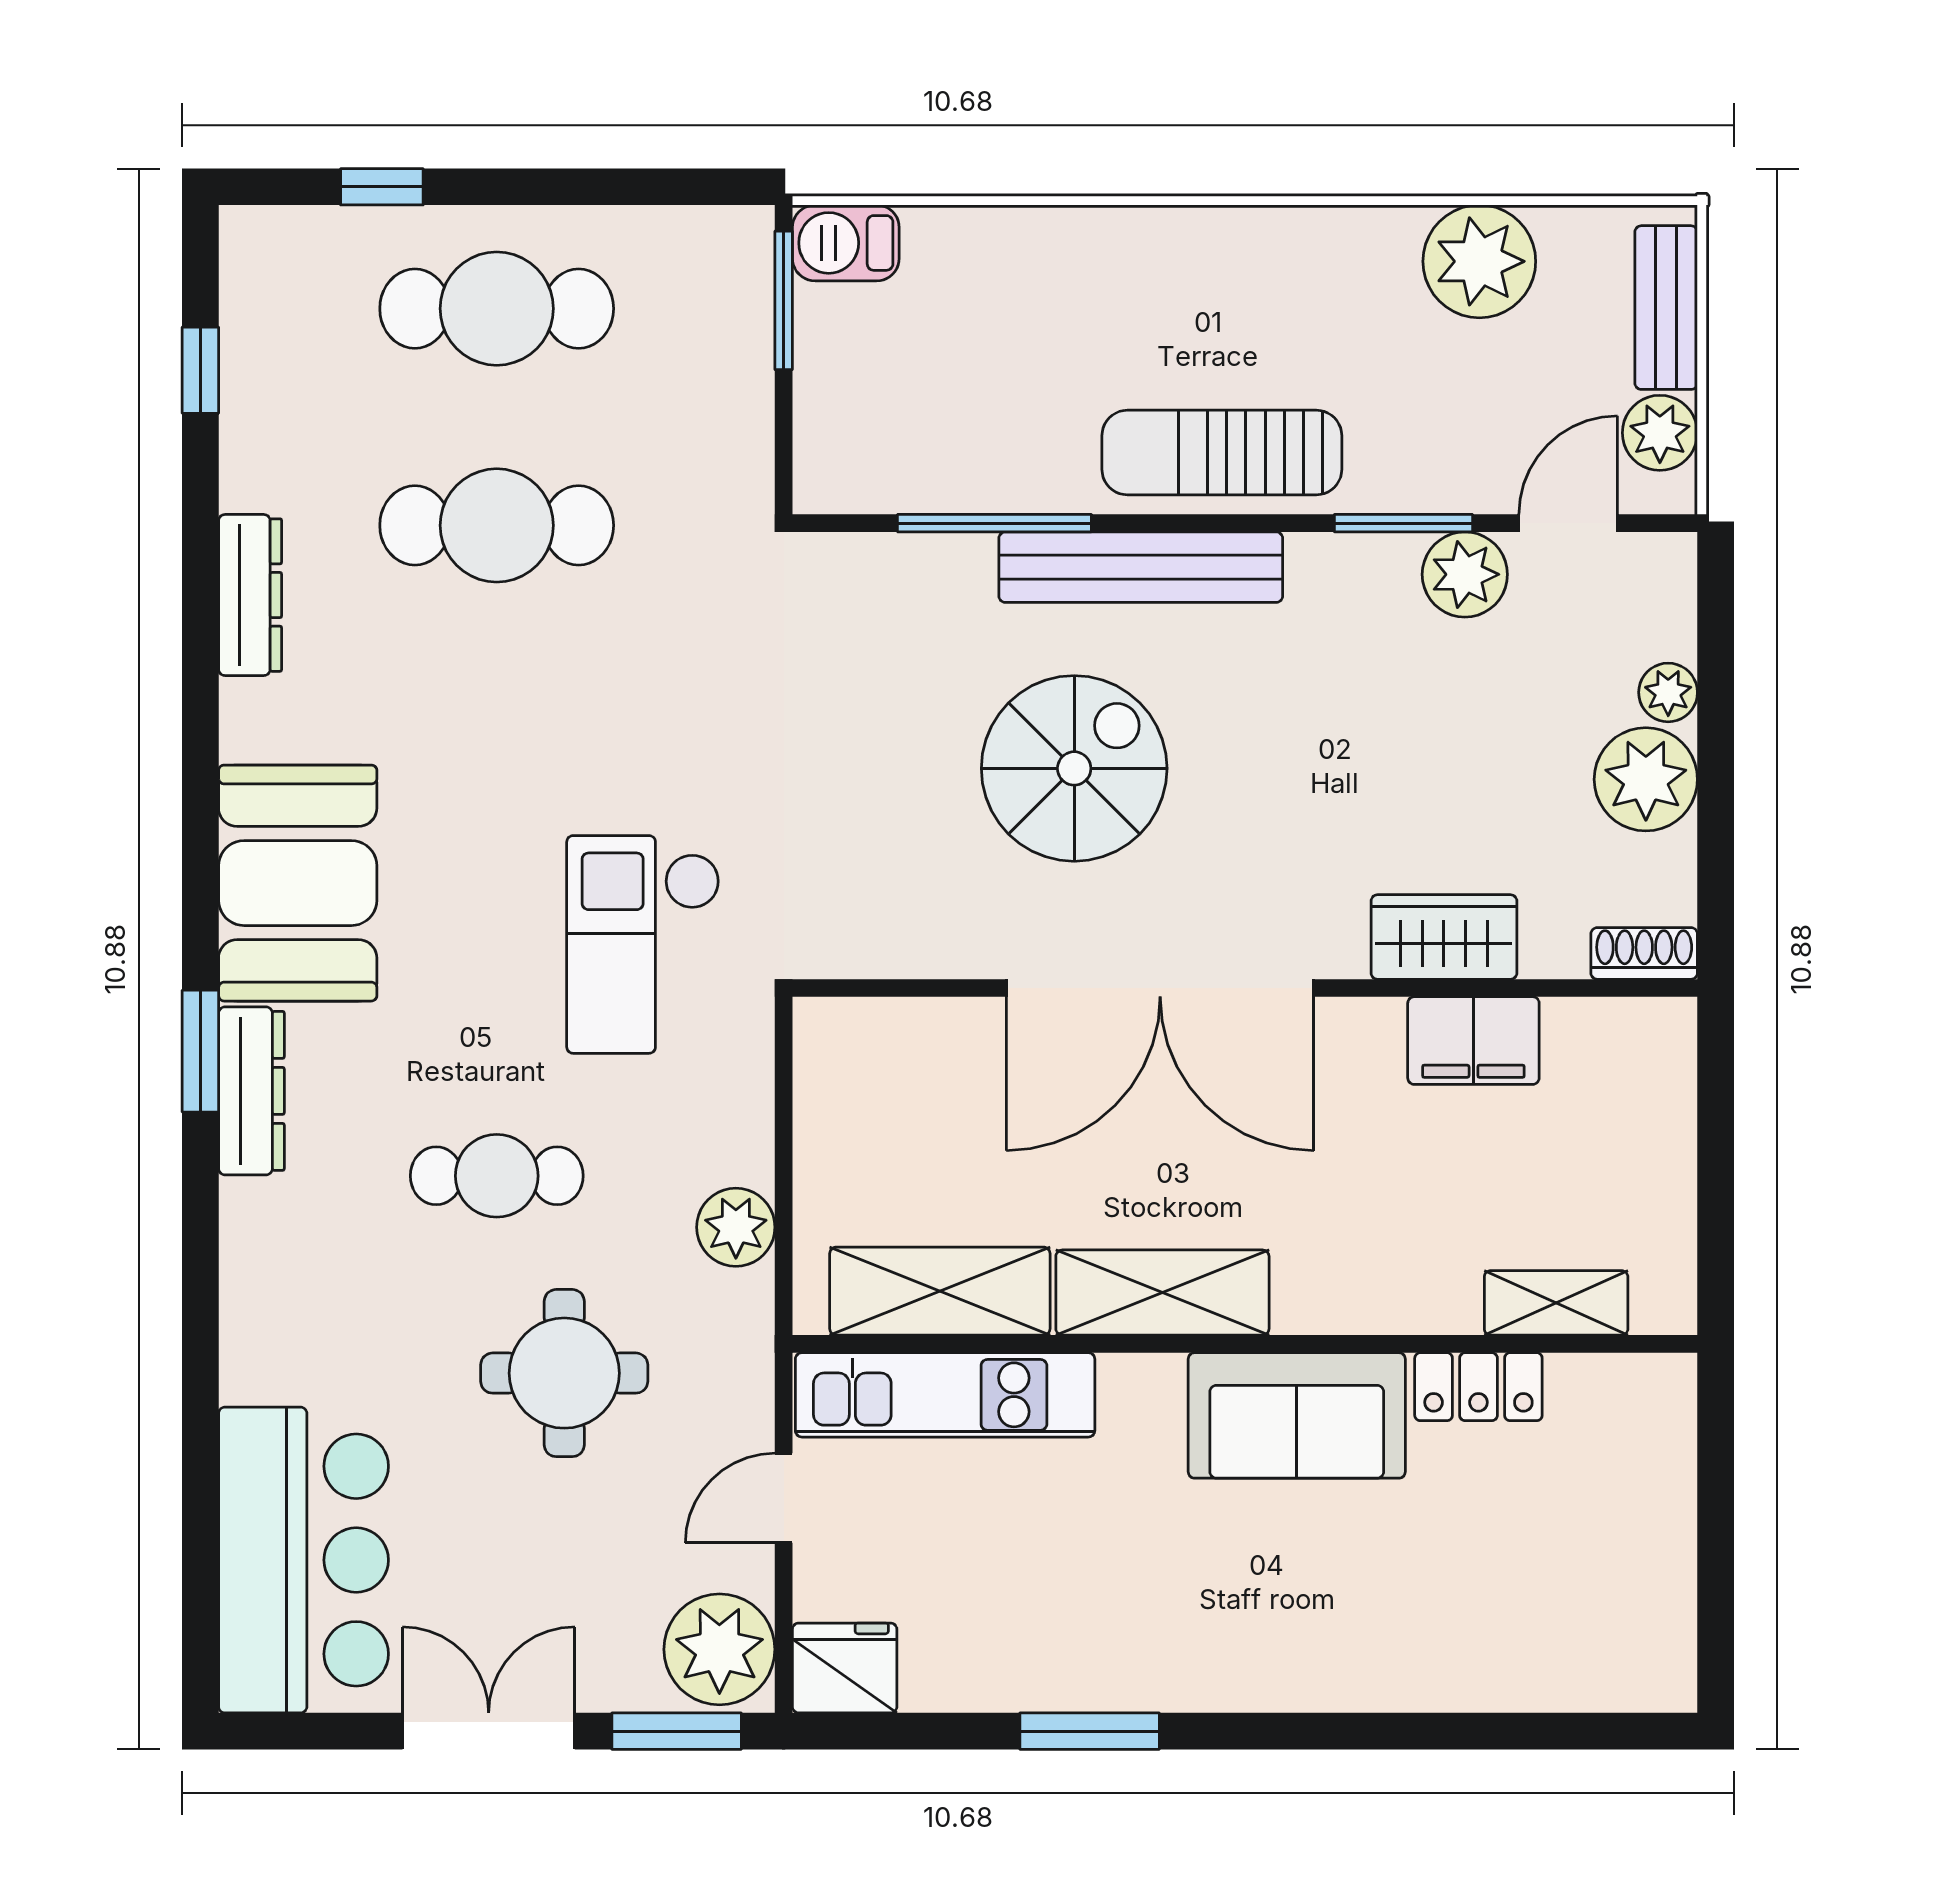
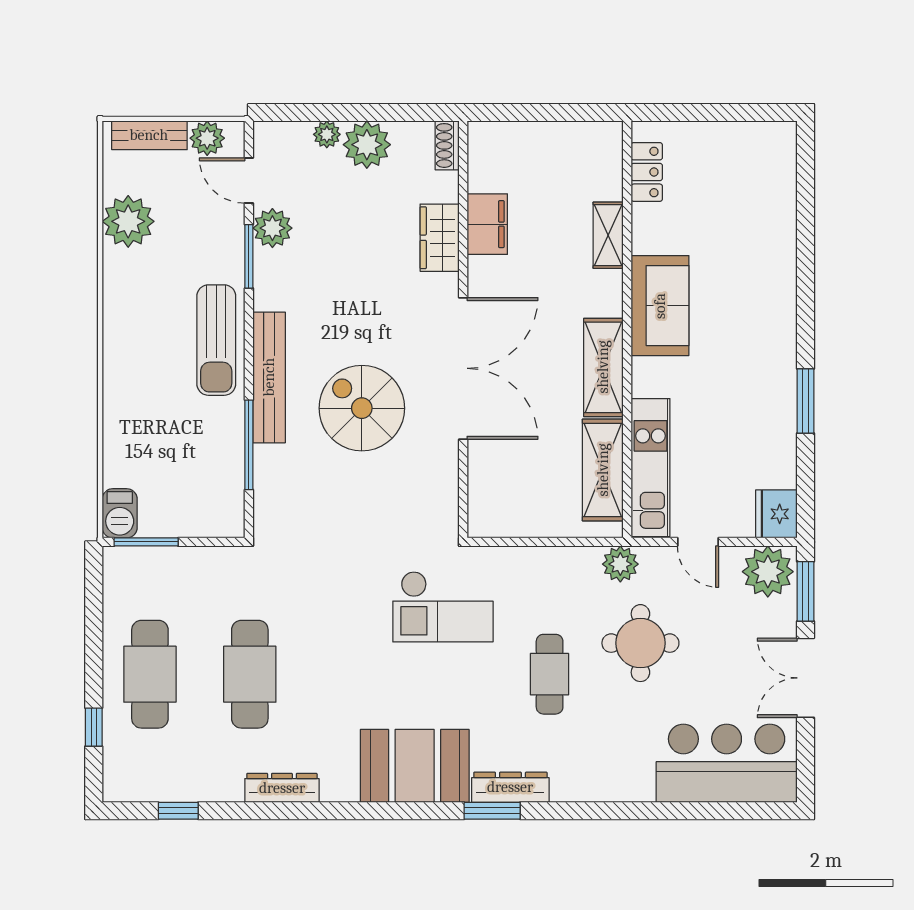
plant: (736, 1227) -> (620, 564), moved
shelving: (1556, 1303) -> (608, 235), moved
locker: (1478, 1387) -> (647, 172), moved

